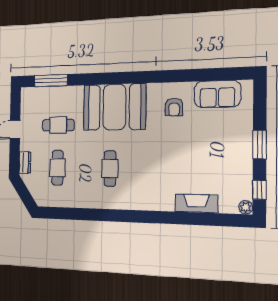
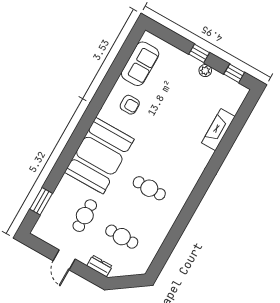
window: (51, 81) -> (41, 201), width x0.69
window: (260, 144) -> (199, 53), width x0.67
plant: (246, 207) -> (205, 71), moved

